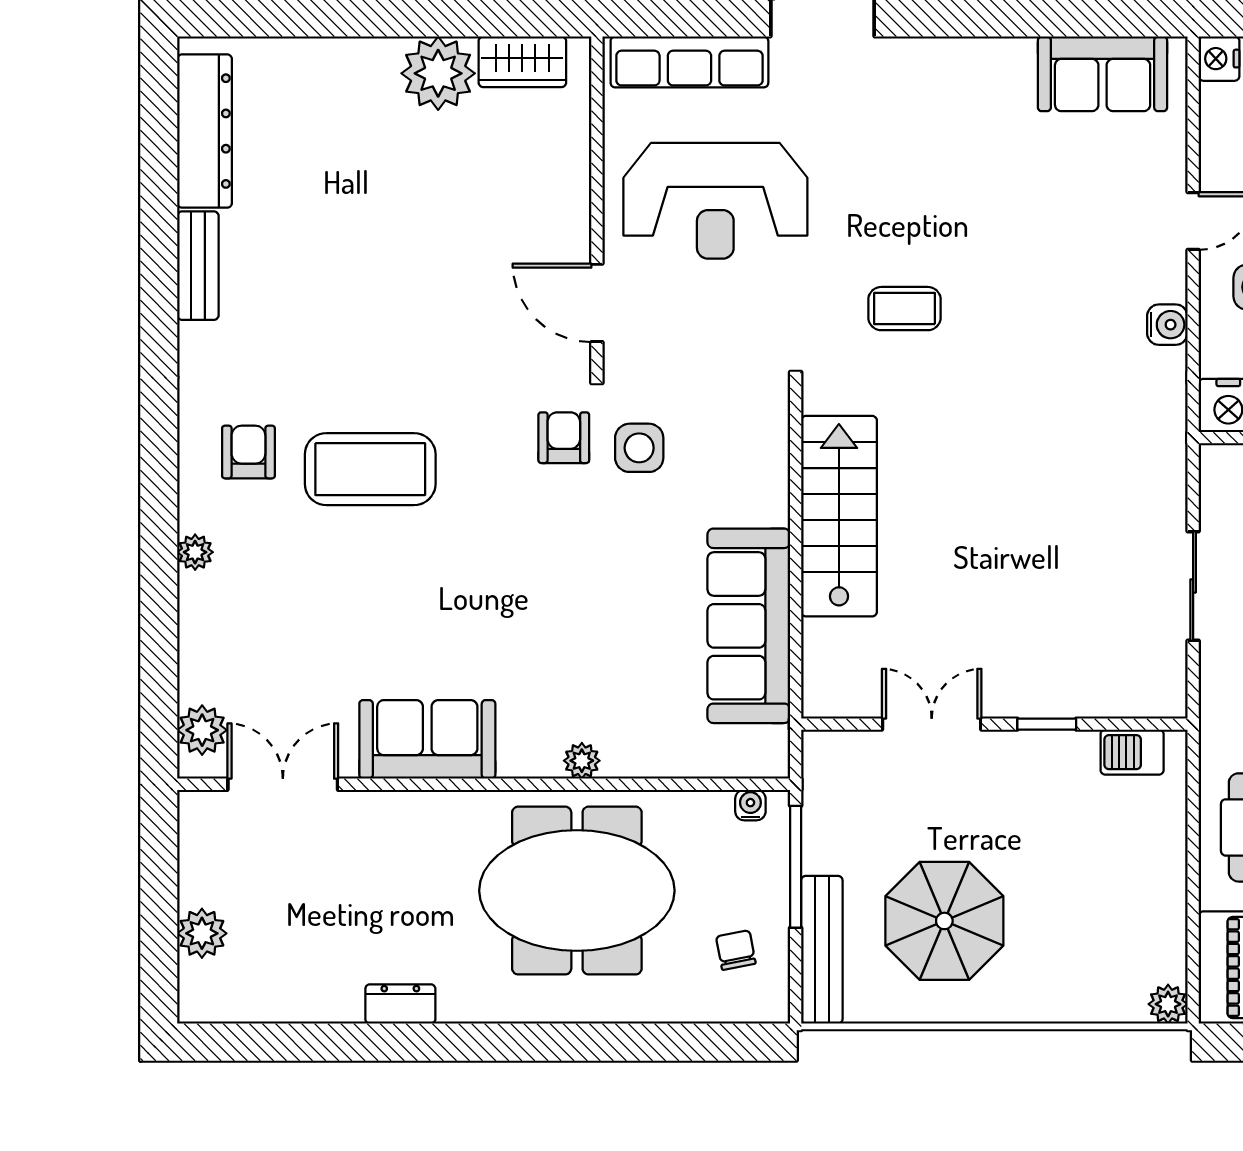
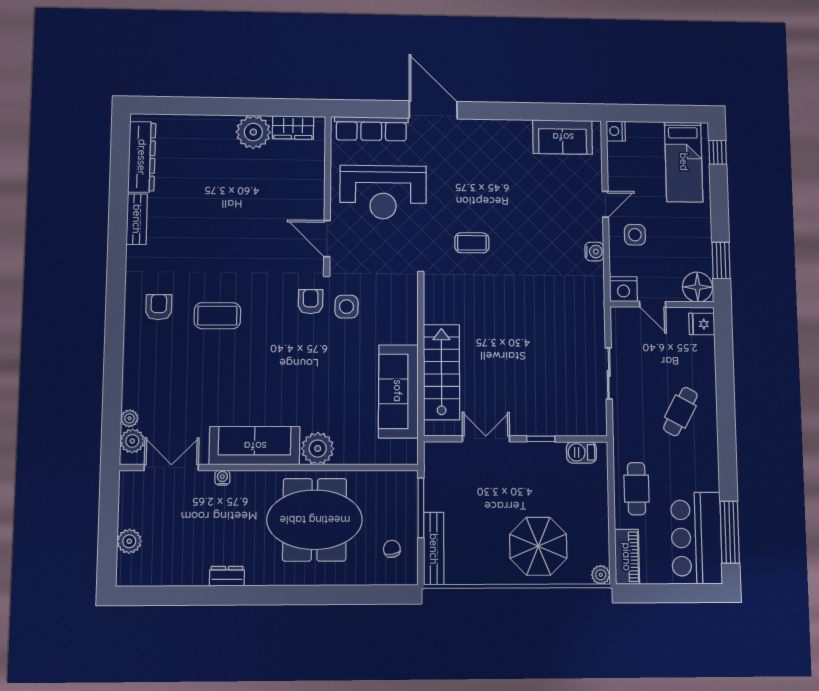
coffee table: (370, 469) -> (217, 316), width x0.73, depth x0.76
stairs: (839, 516) -> (441, 372), moved
plant: (195, 552) -> (129, 418), moved
sofa: (427, 739) -> (255, 446), width x1.36
plant: (582, 761) -> (318, 449), width x1.87, depth x1.87
water cooler: (750, 805) -> (222, 478), moved
parasol: (944, 921) -> (538, 546), moved

